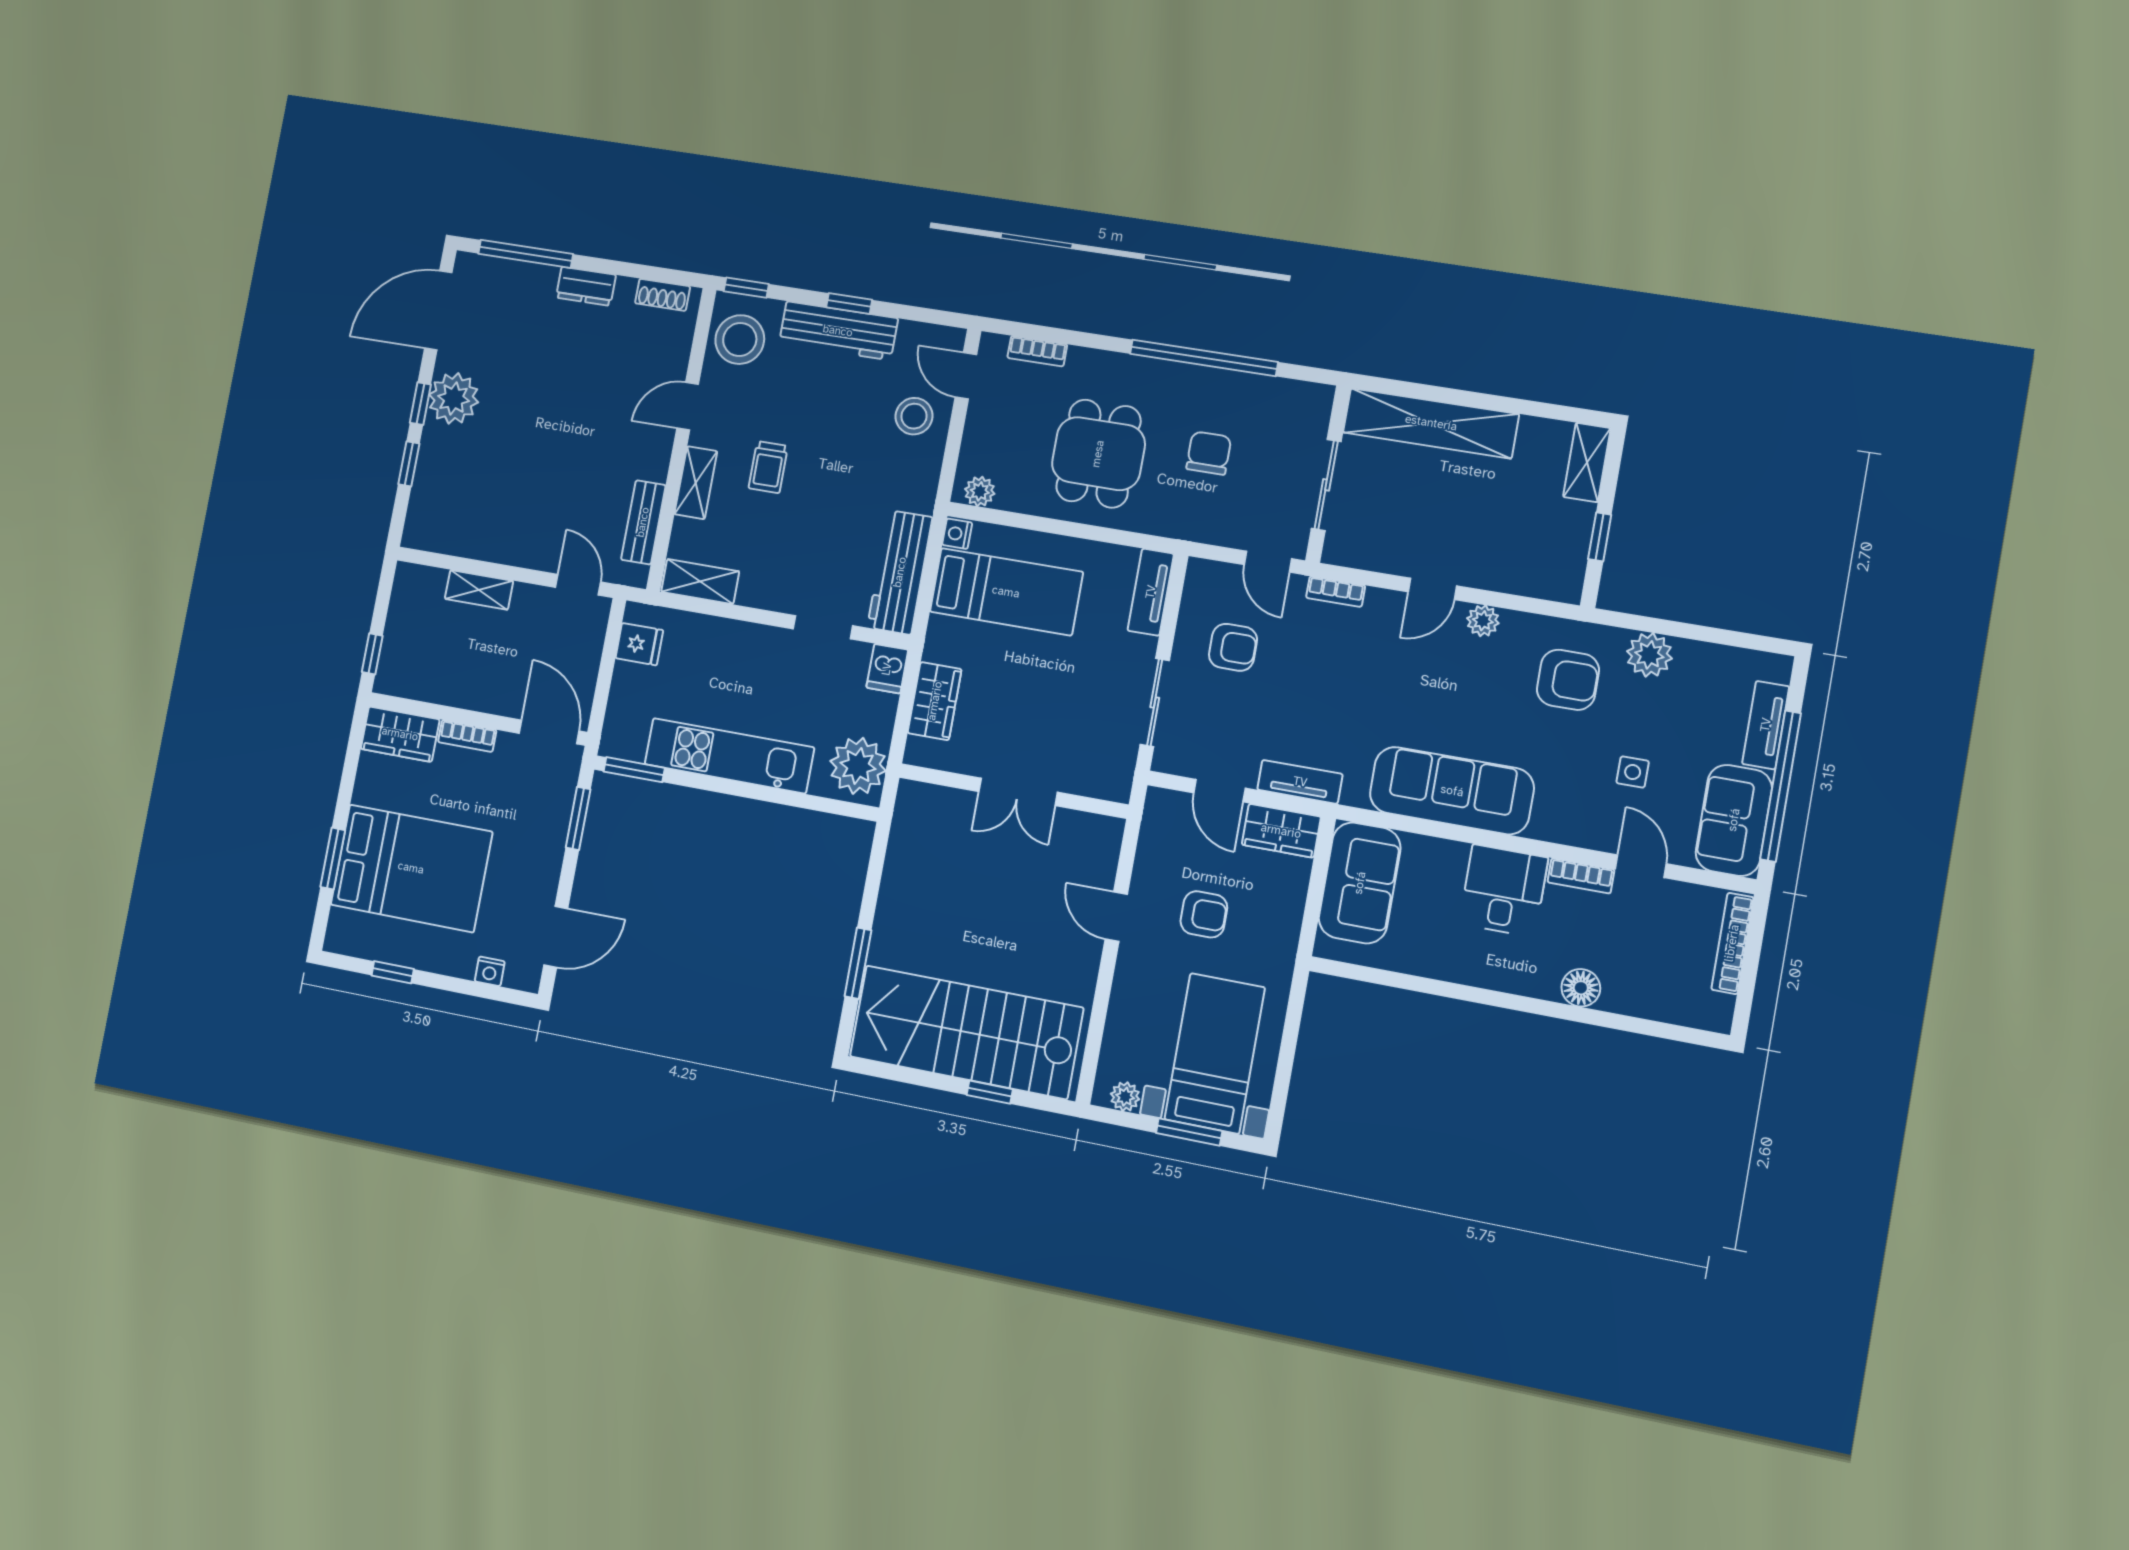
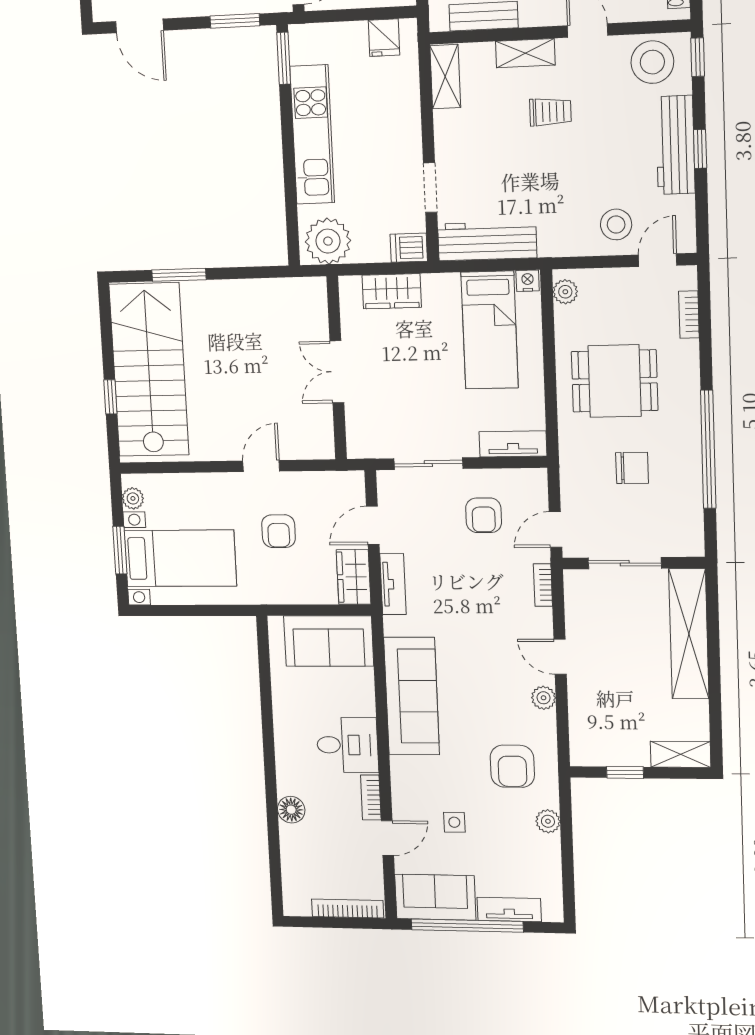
trolley: (768, 467) -> (550, 112), turned 180
plant: (1649, 655) -> (548, 821), width x0.73, depth x0.73

